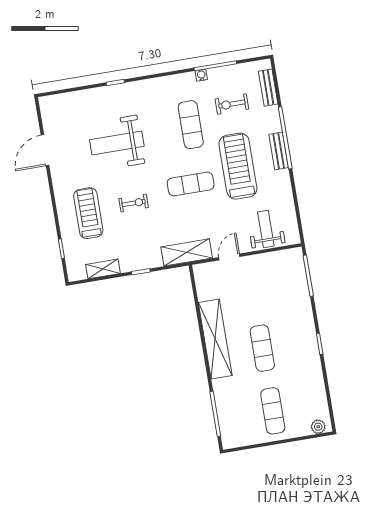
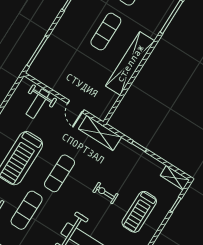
exercise mat: (191, 184) -> (59, 173), turned 90
door: (229, 257) -> (76, 107), hinge flipped
shelving: (103, 269) -> (175, 178), moved

